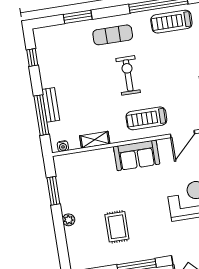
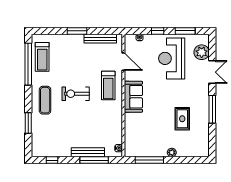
bench: (51, 105) -> (88, 152), width x1.36
shelving: (95, 140) -> (118, 125), removed
window: (53, 191) -> (149, 160), width x1.44
rug: (117, 227) -> (182, 119), turned 90

